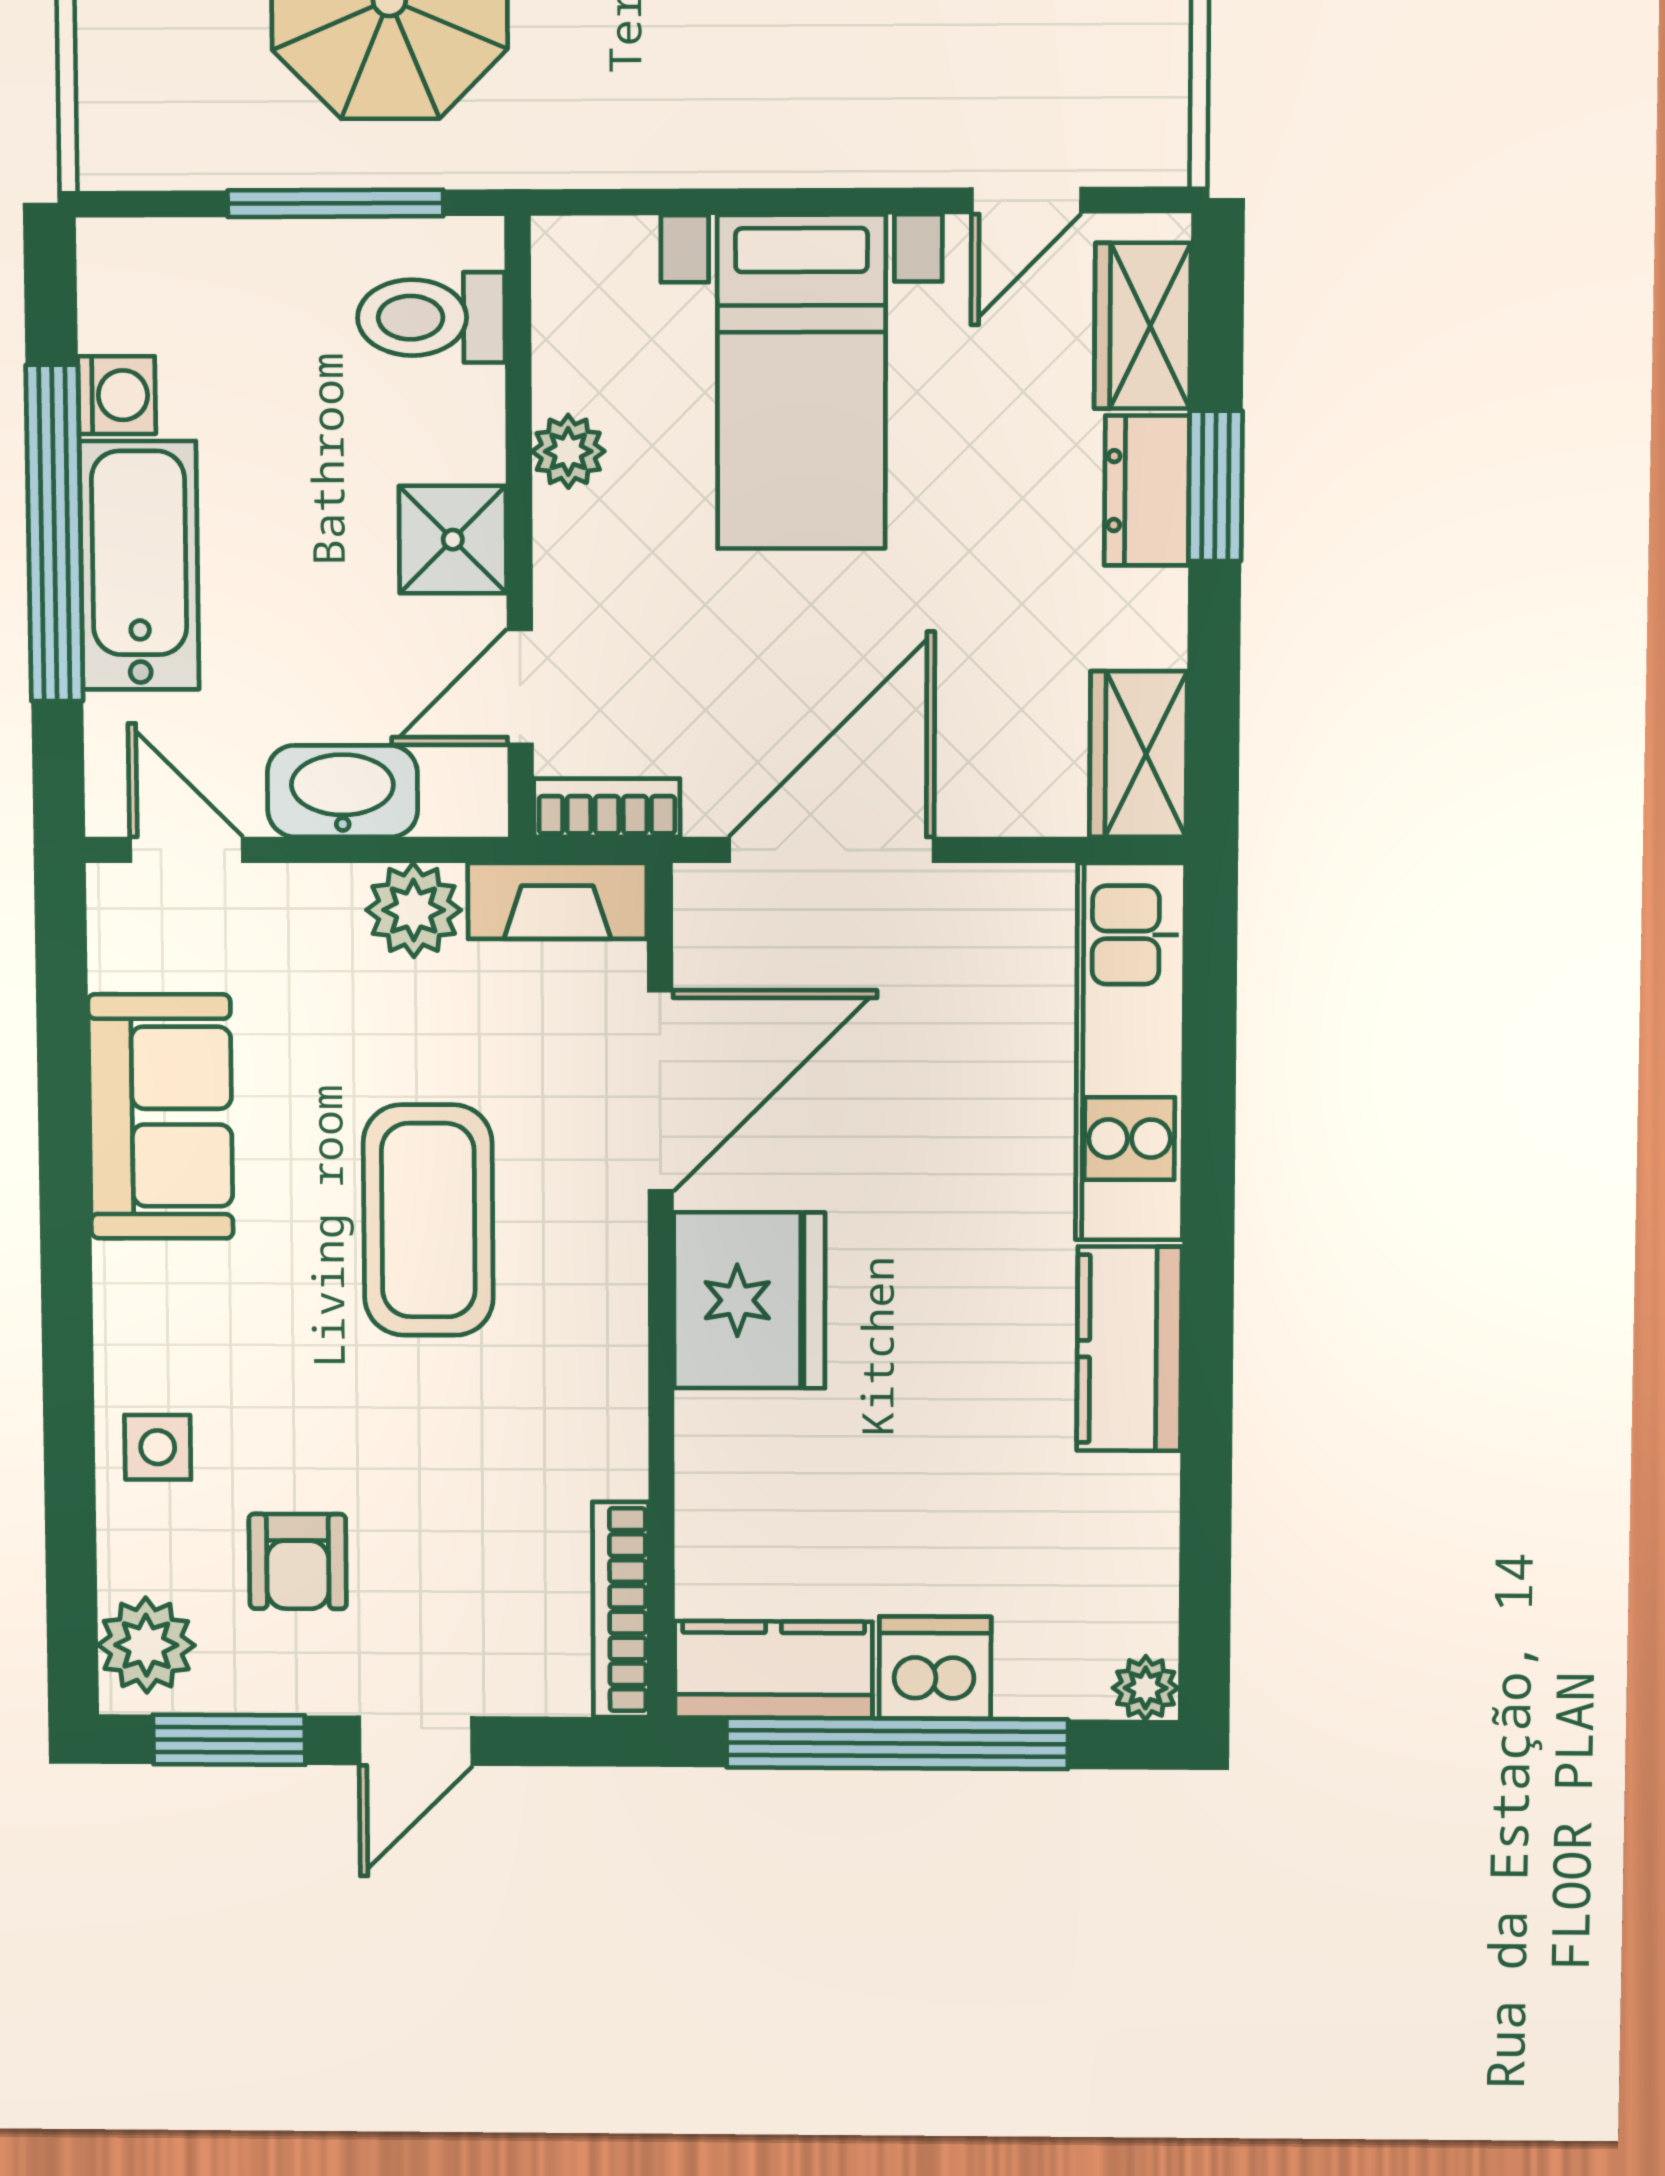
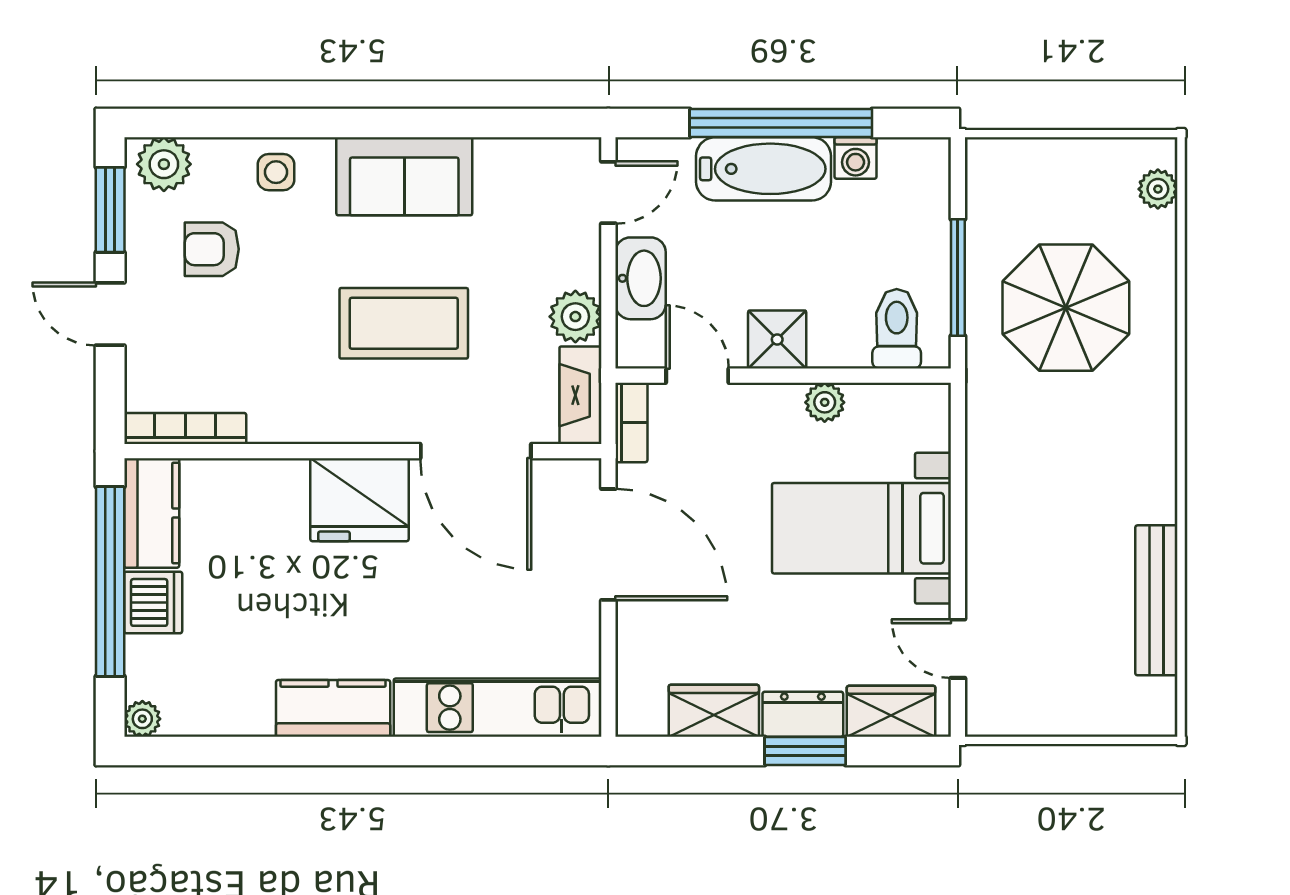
wardrobe: (1138, 754) -> (714, 711), moved
sofa: (161, 1117) -> (404, 176), moved

